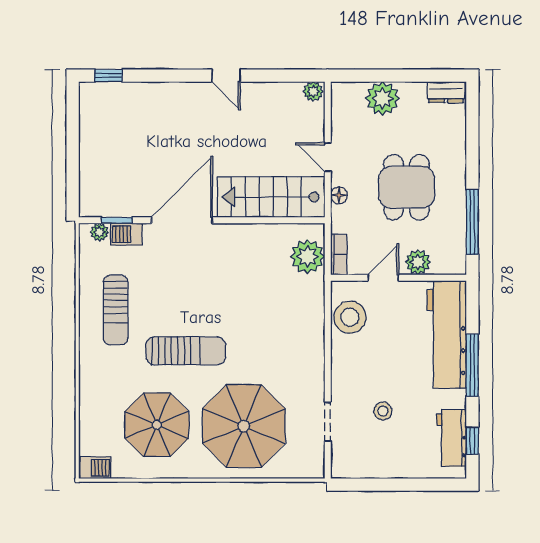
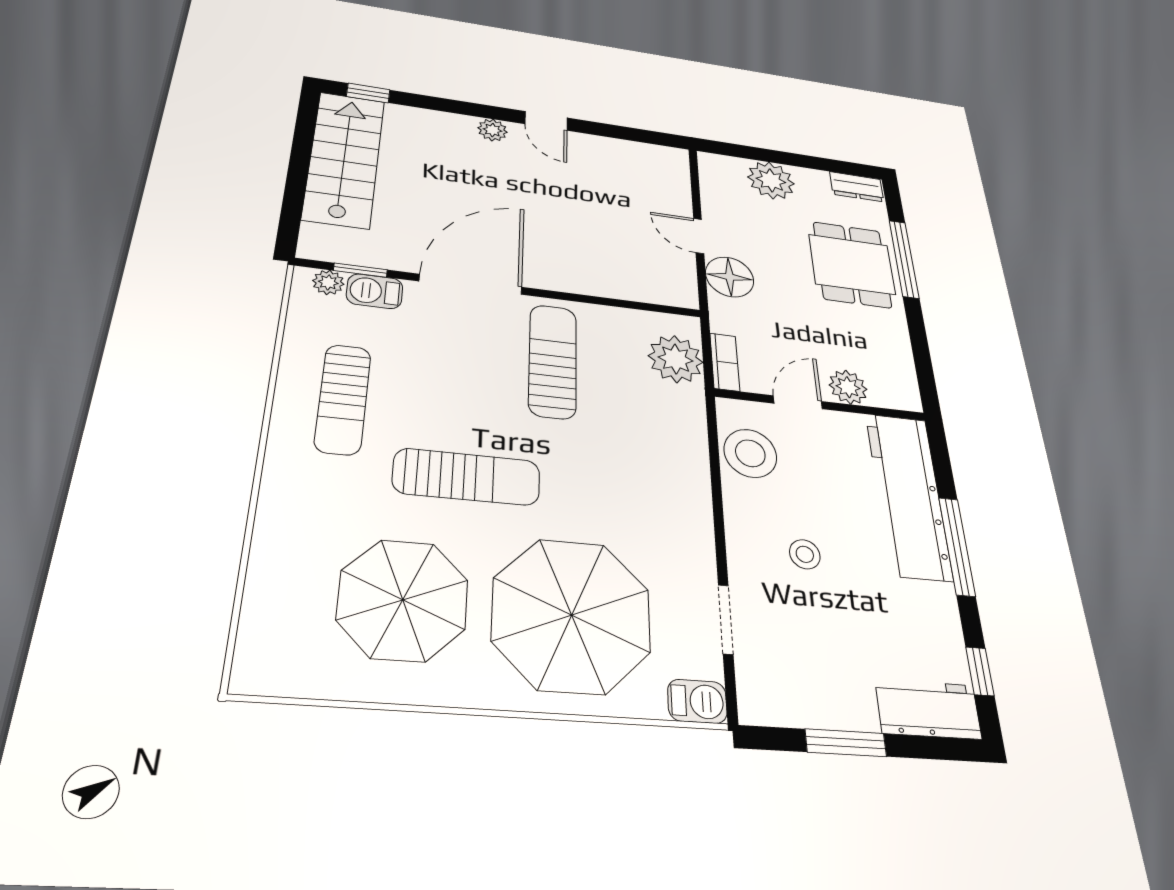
plant: (313, 91) -> (492, 130), moved
dining table: (407, 187) -> (852, 264), moved
floor lamp: (339, 195) -> (730, 277), width x1.89, depth x1.89
stairs: (271, 197) -> (344, 159), moved, turned 90
window: (472, 222) -> (904, 259), moved
sun lounger: (232, 269) -> (553, 361), added
stool: (383, 411) -> (805, 554), moved
workbench: (452, 438) -> (928, 709), moved, turned 90
barbecue: (96, 468) -> (697, 701), moved
window: (388, 485) -> (846, 743), added

